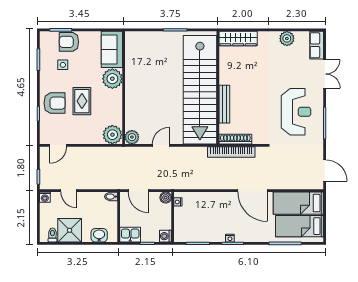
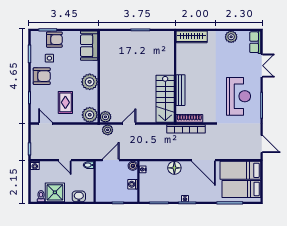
armchair: (69, 42) -> (54, 40), turned 180
plant: (112, 79) -> (90, 82), moved
stairs: (200, 90) -> (165, 99), width x0.54, depth x0.66
rug: (82, 101) -> (65, 102), moved
armchair: (55, 103) -> (42, 76), moved
door: (58, 145) -> (46, 124), swing flipped
plant: (135, 153) -> (108, 130), added
door: (69, 191) -> (65, 160), moved
door: (138, 191) -> (111, 160), swing flipped
floor lamp: (217, 200) -> (174, 168), added
kitchen sink: (130, 235) -> (104, 196), removed
washing machine: (165, 236) -> (133, 184), moved

